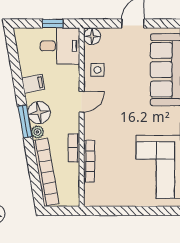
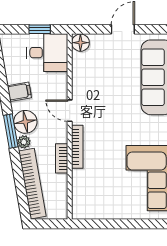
side table: (97, 70) -> (86, 78), removed
door: (82, 102) -> (70, 111), swing flipped
bookcase: (89, 161) -> (77, 147), moved

